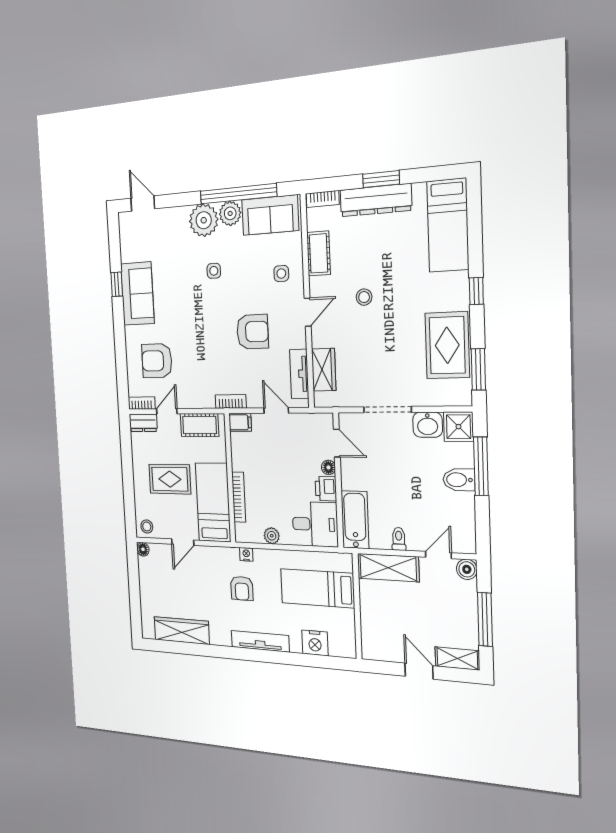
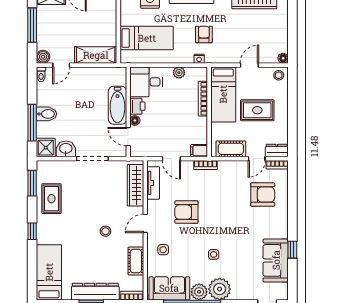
sofa: (137, 294) -> (276, 260), moved
rug: (447, 345) -> (52, 199), width x0.73, depth x0.70
wardrobe: (324, 370) -> (135, 185), width x1.50
bathtub: (355, 520) -> (118, 105), moved
toilet: (399, 539) -> (41, 74), moved

